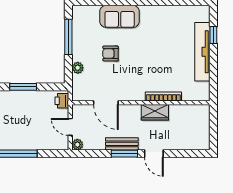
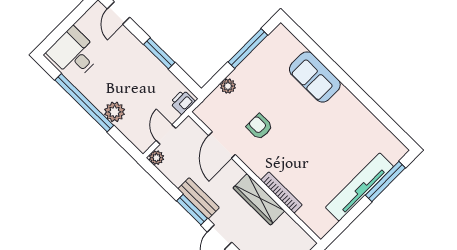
window: (213, 35) -> (385, 181), width x2.17
armchair: (111, 54) -> (259, 127), moved
wardrobe: (155, 112) -> (259, 199), width x1.50
plant: (30, 142) -> (115, 112), added

